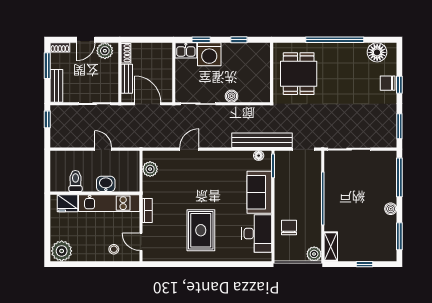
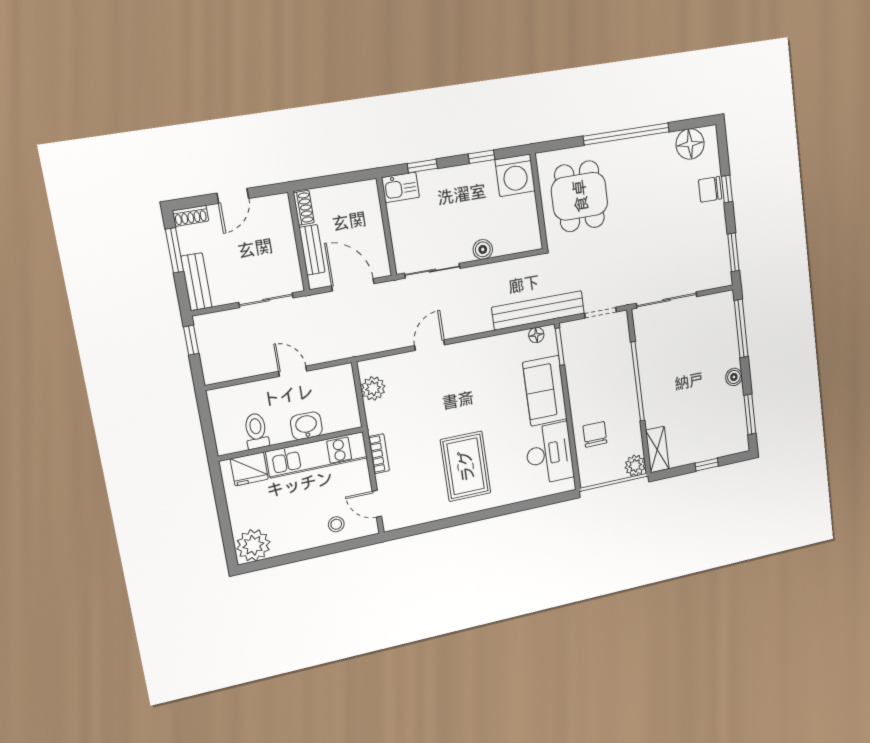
plant: (105, 51) -> (268, 209), removed
washing machine: (209, 54) -> (515, 175), moved

